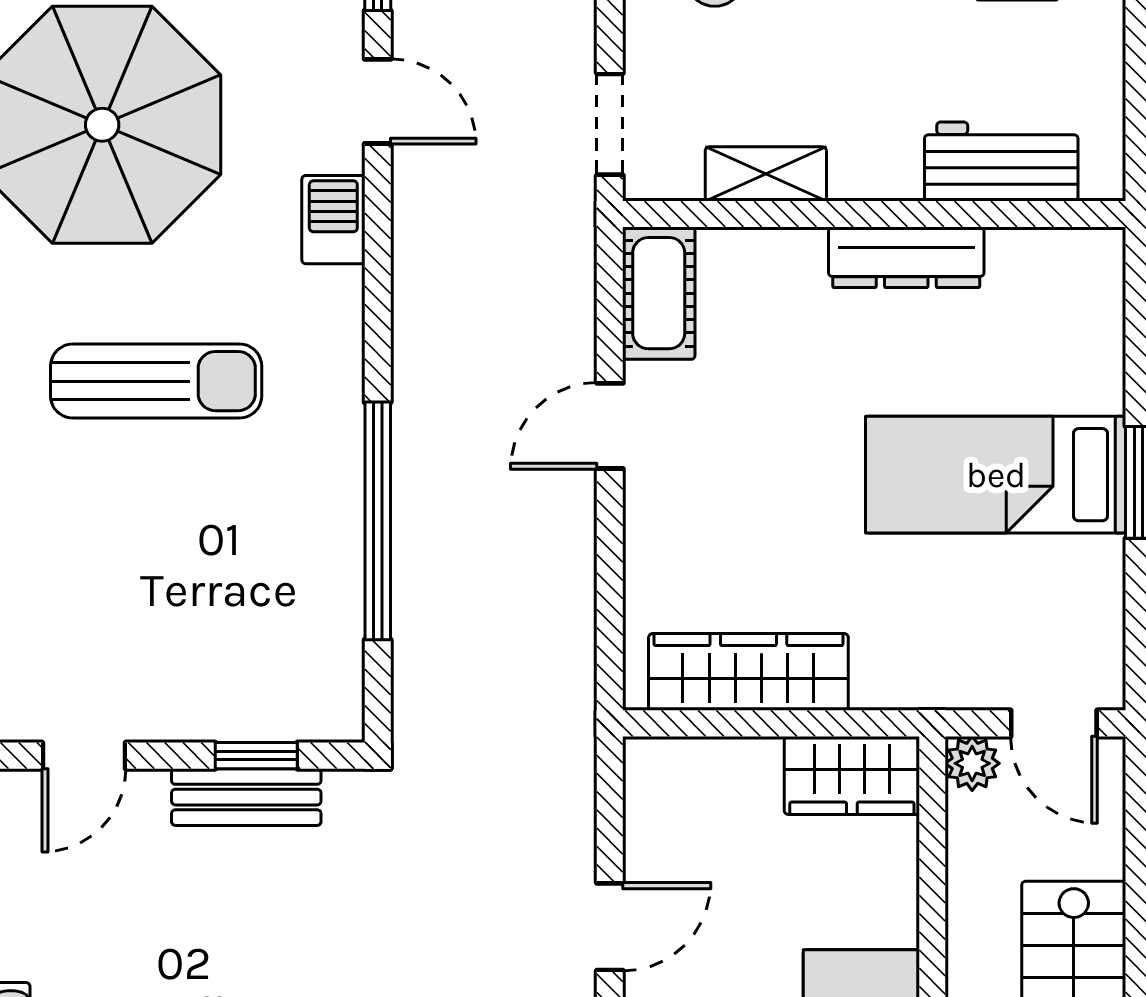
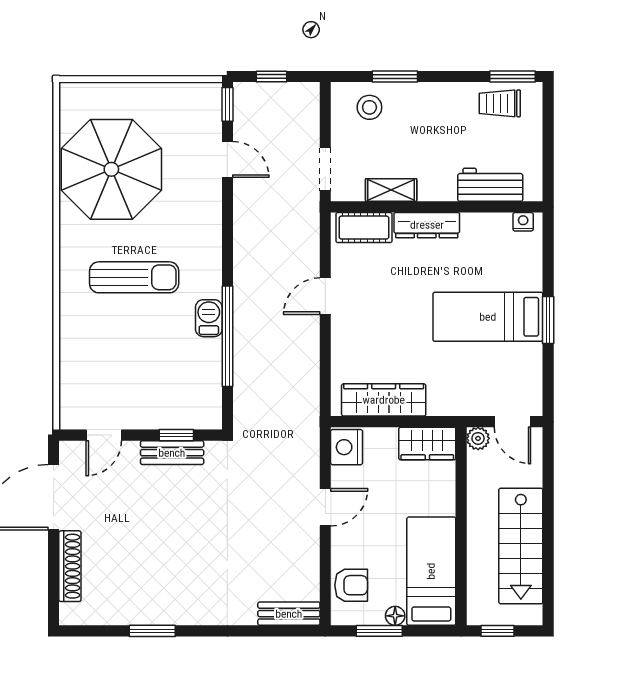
barbecue: (333, 220) -> (209, 318), moved
nightstand: (1079, 249) -> (523, 222), added
dresser: (906, 257) -> (427, 225), moved
cot: (659, 293) -> (364, 228), moved, turned 90
nightstand: (660, 784) -> (347, 447), added

